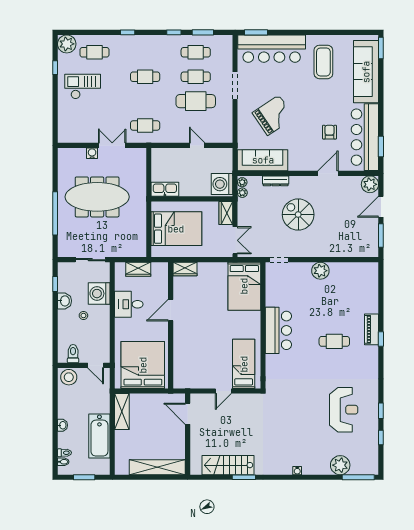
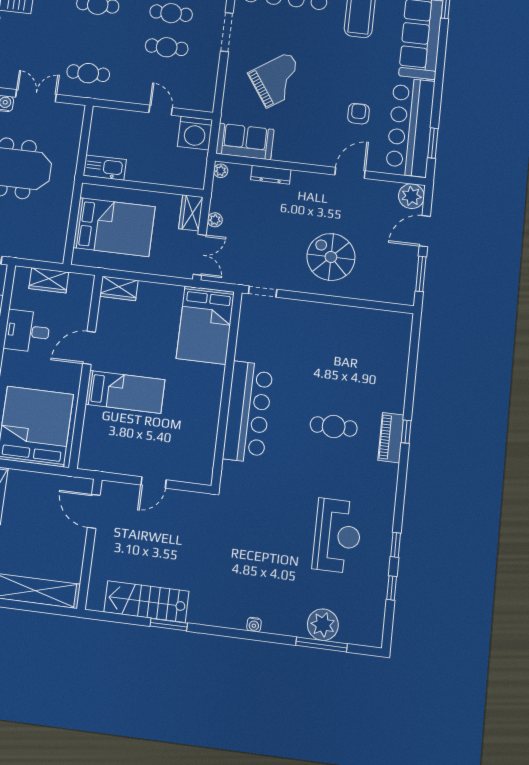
cafe table: (196, 101) -> (167, 47), width x0.73, depth x0.74
sofa: (263, 160) -> (245, 141), width x0.73
washing machine: (222, 184) -> (195, 133), moved, turned -90
plant: (242, 193) -> (215, 220), moved
spiral stairs: (298, 215) -> (331, 257), moved
plant: (320, 271) -> (324, 316), removed
piano: (372, 329) -> (391, 438), moved
bar counter: (278, 330) -> (248, 412), width x1.36
bed: (244, 364) -> (125, 392), moved, turned 90
window: (358, 477) -> (322, 644), moved

